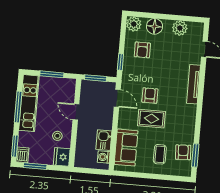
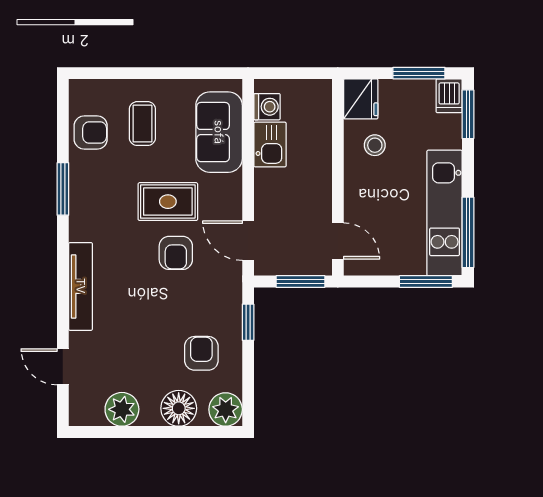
window: (52, 74) -> (426, 282), moved
window: (18, 107) -> (468, 232), moved
door: (76, 112) -> (338, 241), moved
armchair: (183, 152) -> (91, 133), turned -87
window: (195, 155) -> (63, 189), moved

